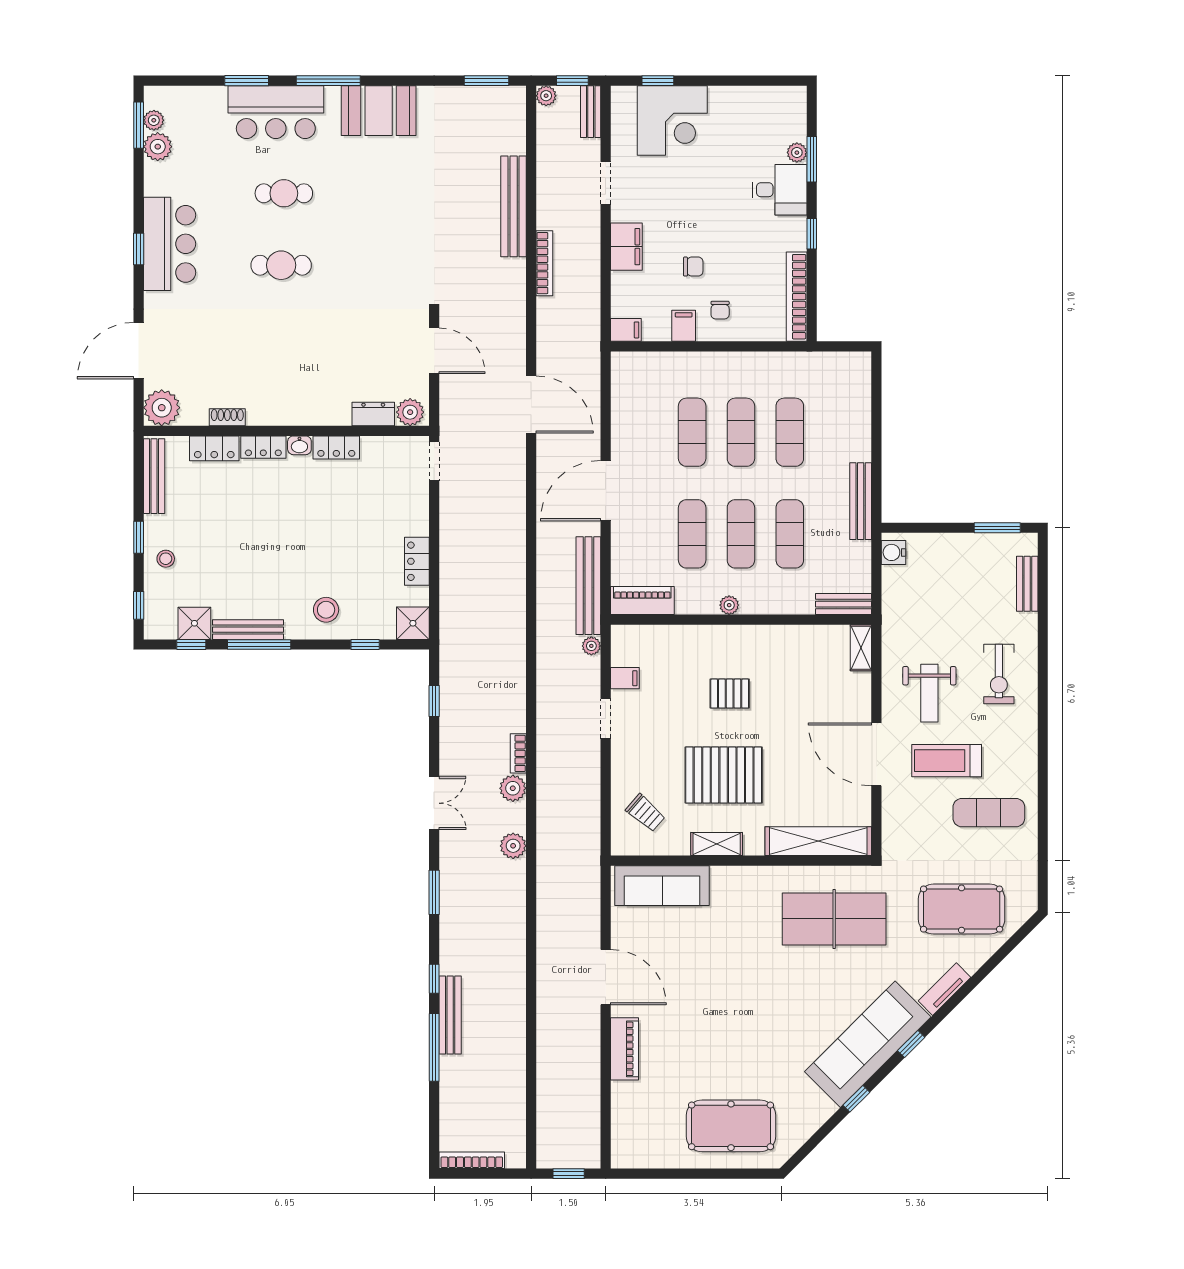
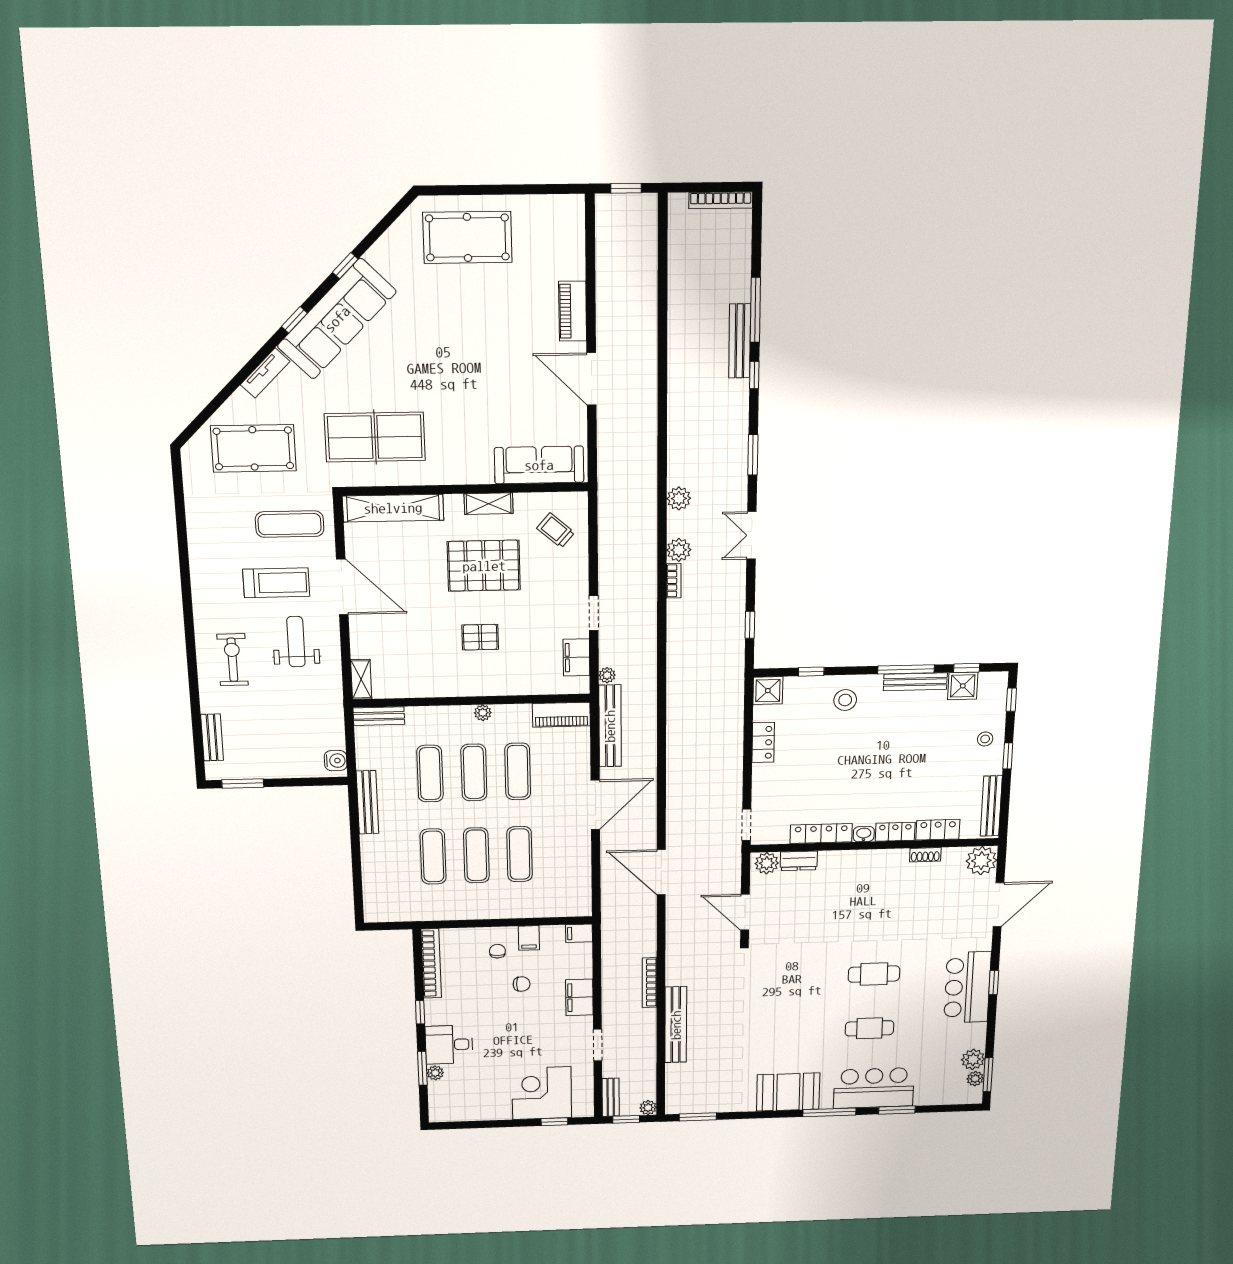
chair: (693, 267) -> (522, 984), turned 180
locker: (336, 448) -> (821, 834), width x1.53
filing cabinet: (625, 678) -> (576, 657), width x2.00
exercise mat: (989, 813) -> (290, 524), moved

